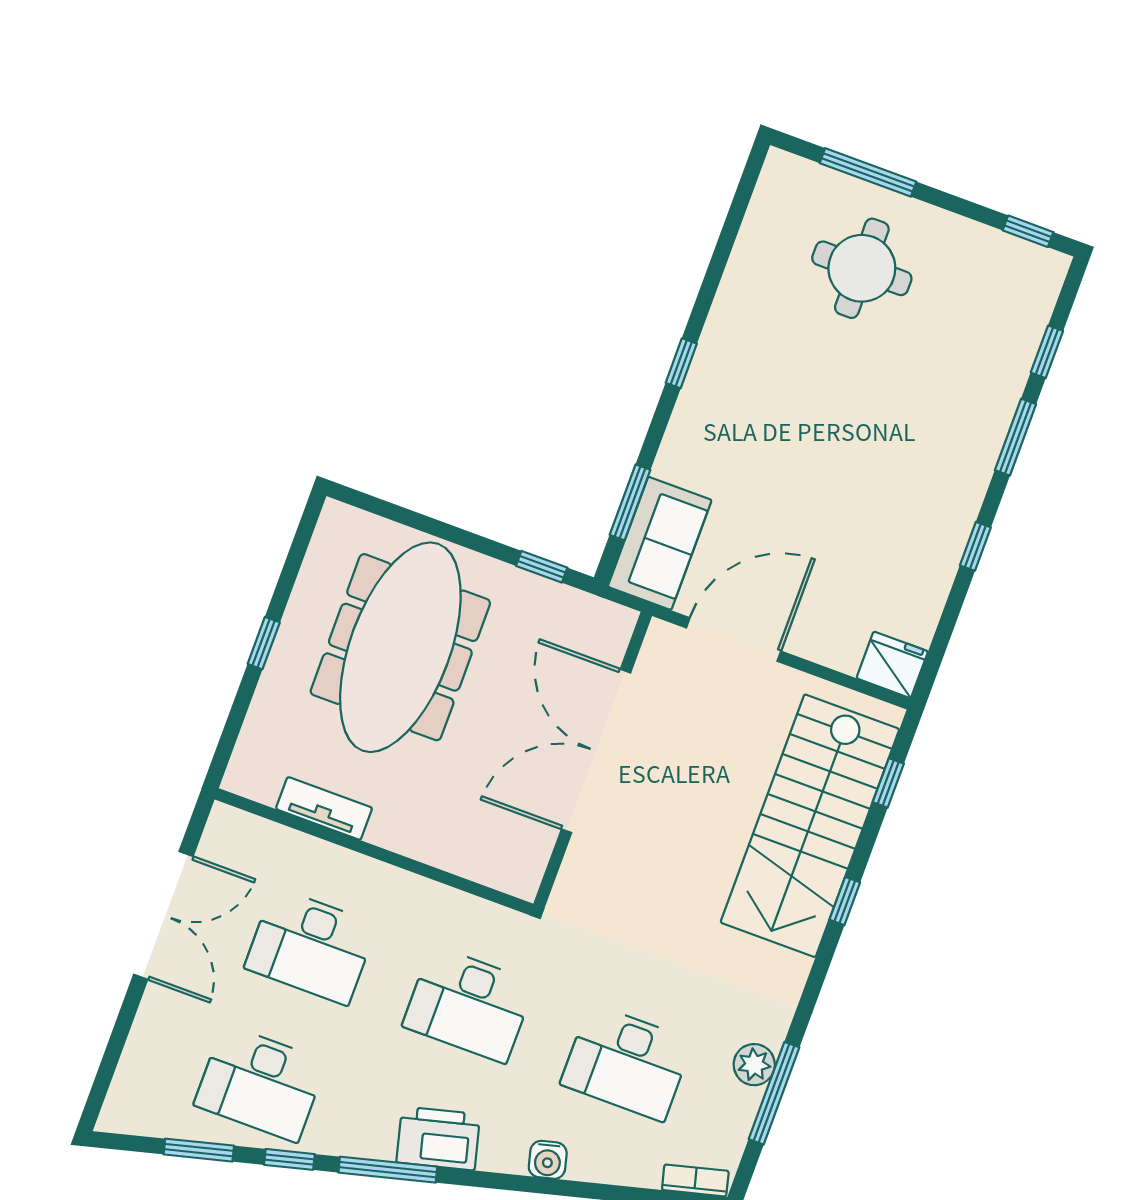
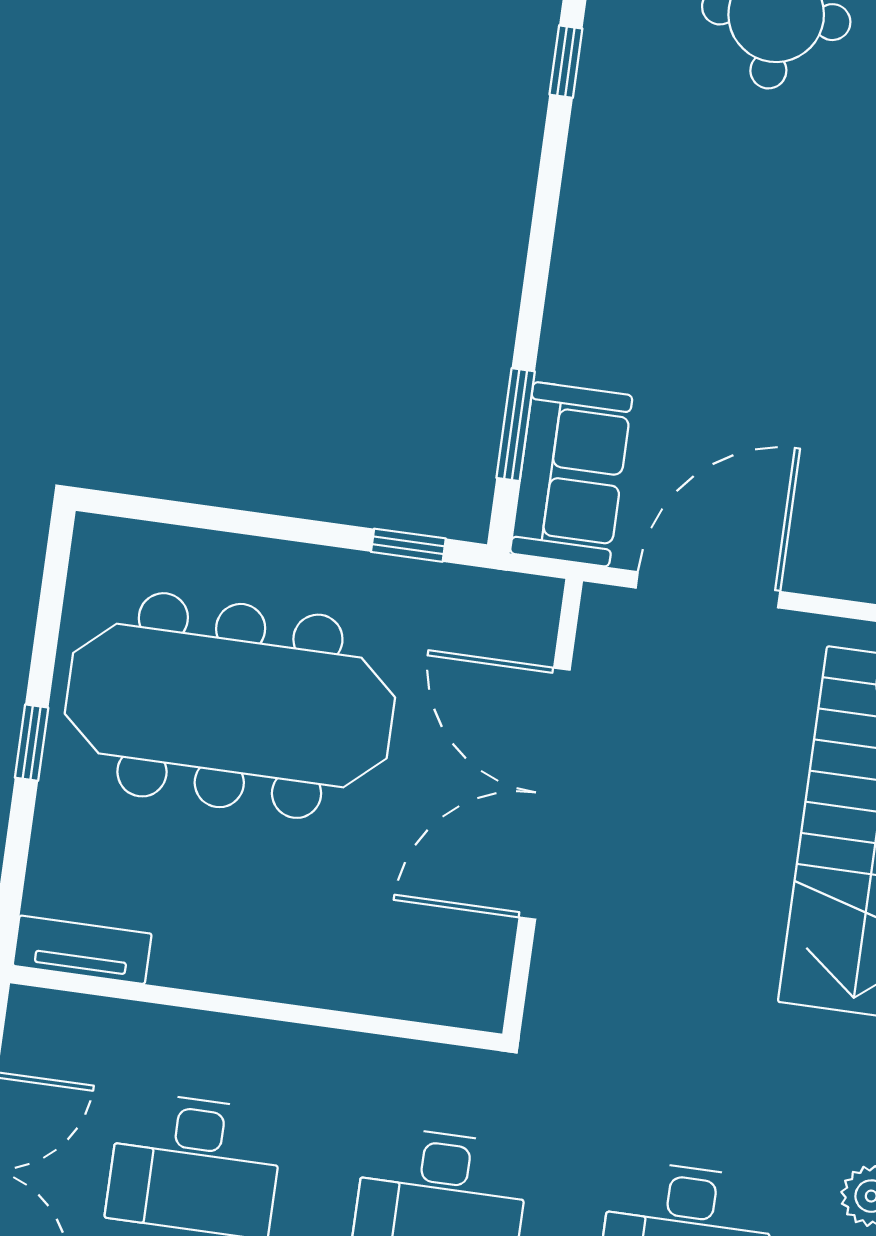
window: (681, 363) -> (566, 62), moved
meeting table: (400, 647) -> (230, 706), turned 90
tv unit: (324, 808) -> (82, 950), moved

